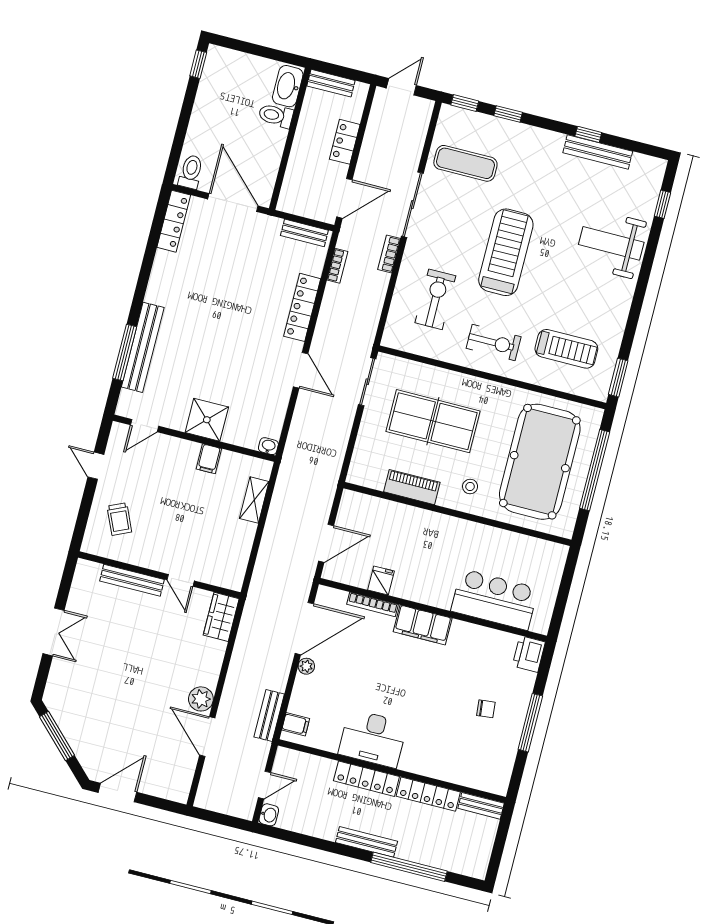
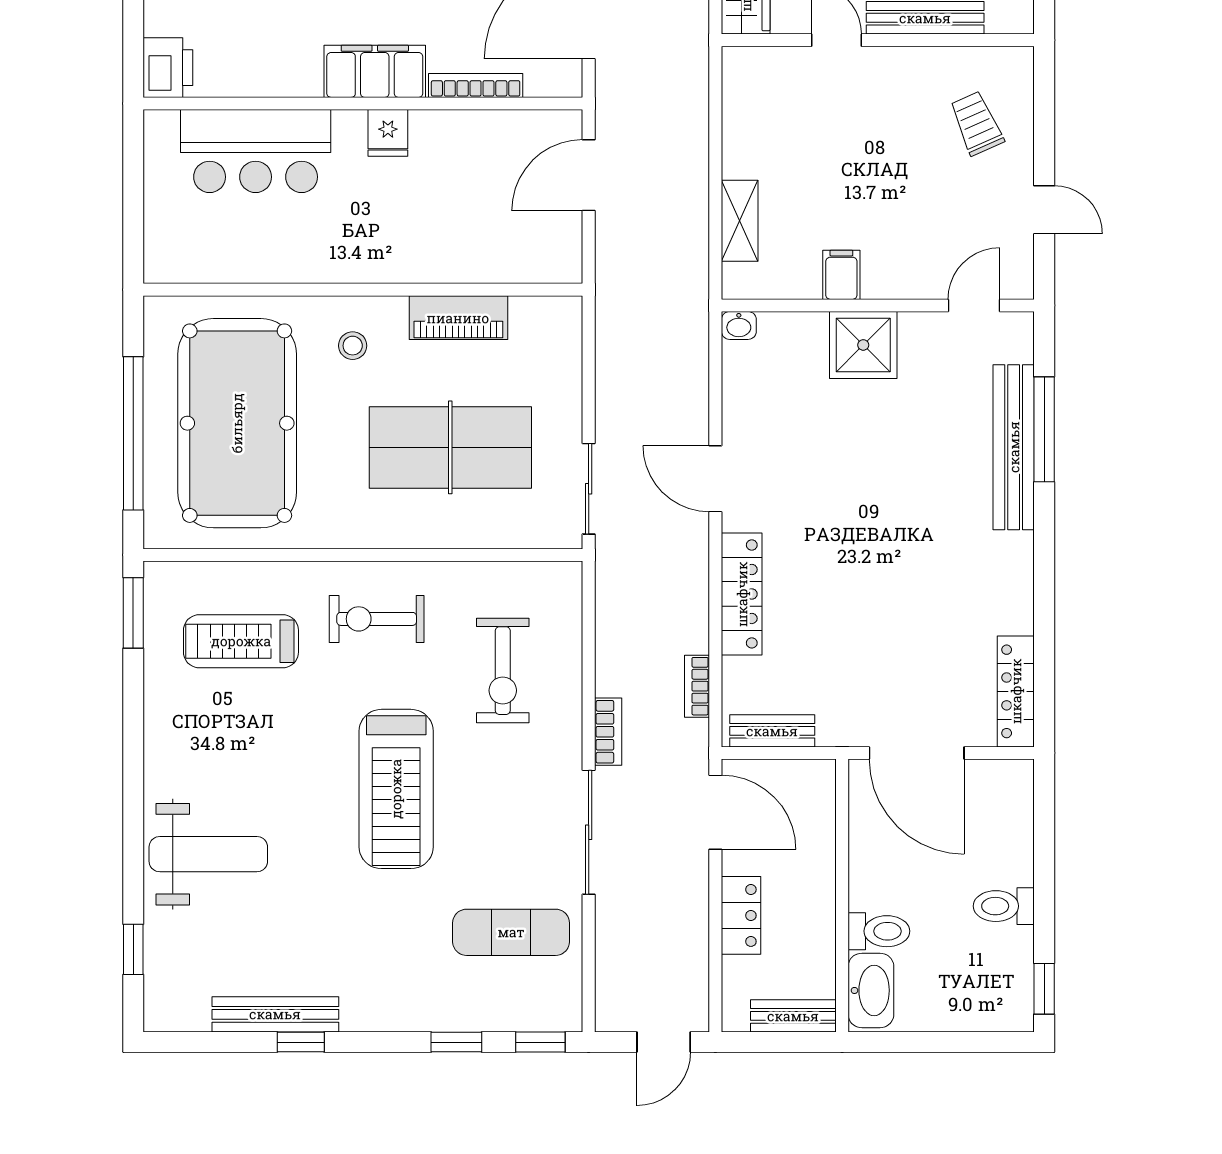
toilet: (191, 172) -> (1004, 906), moved, turned 90
door: (344, 198) -> (715, 812), swing flipped
fridge: (381, 580) -> (388, 133), moved

